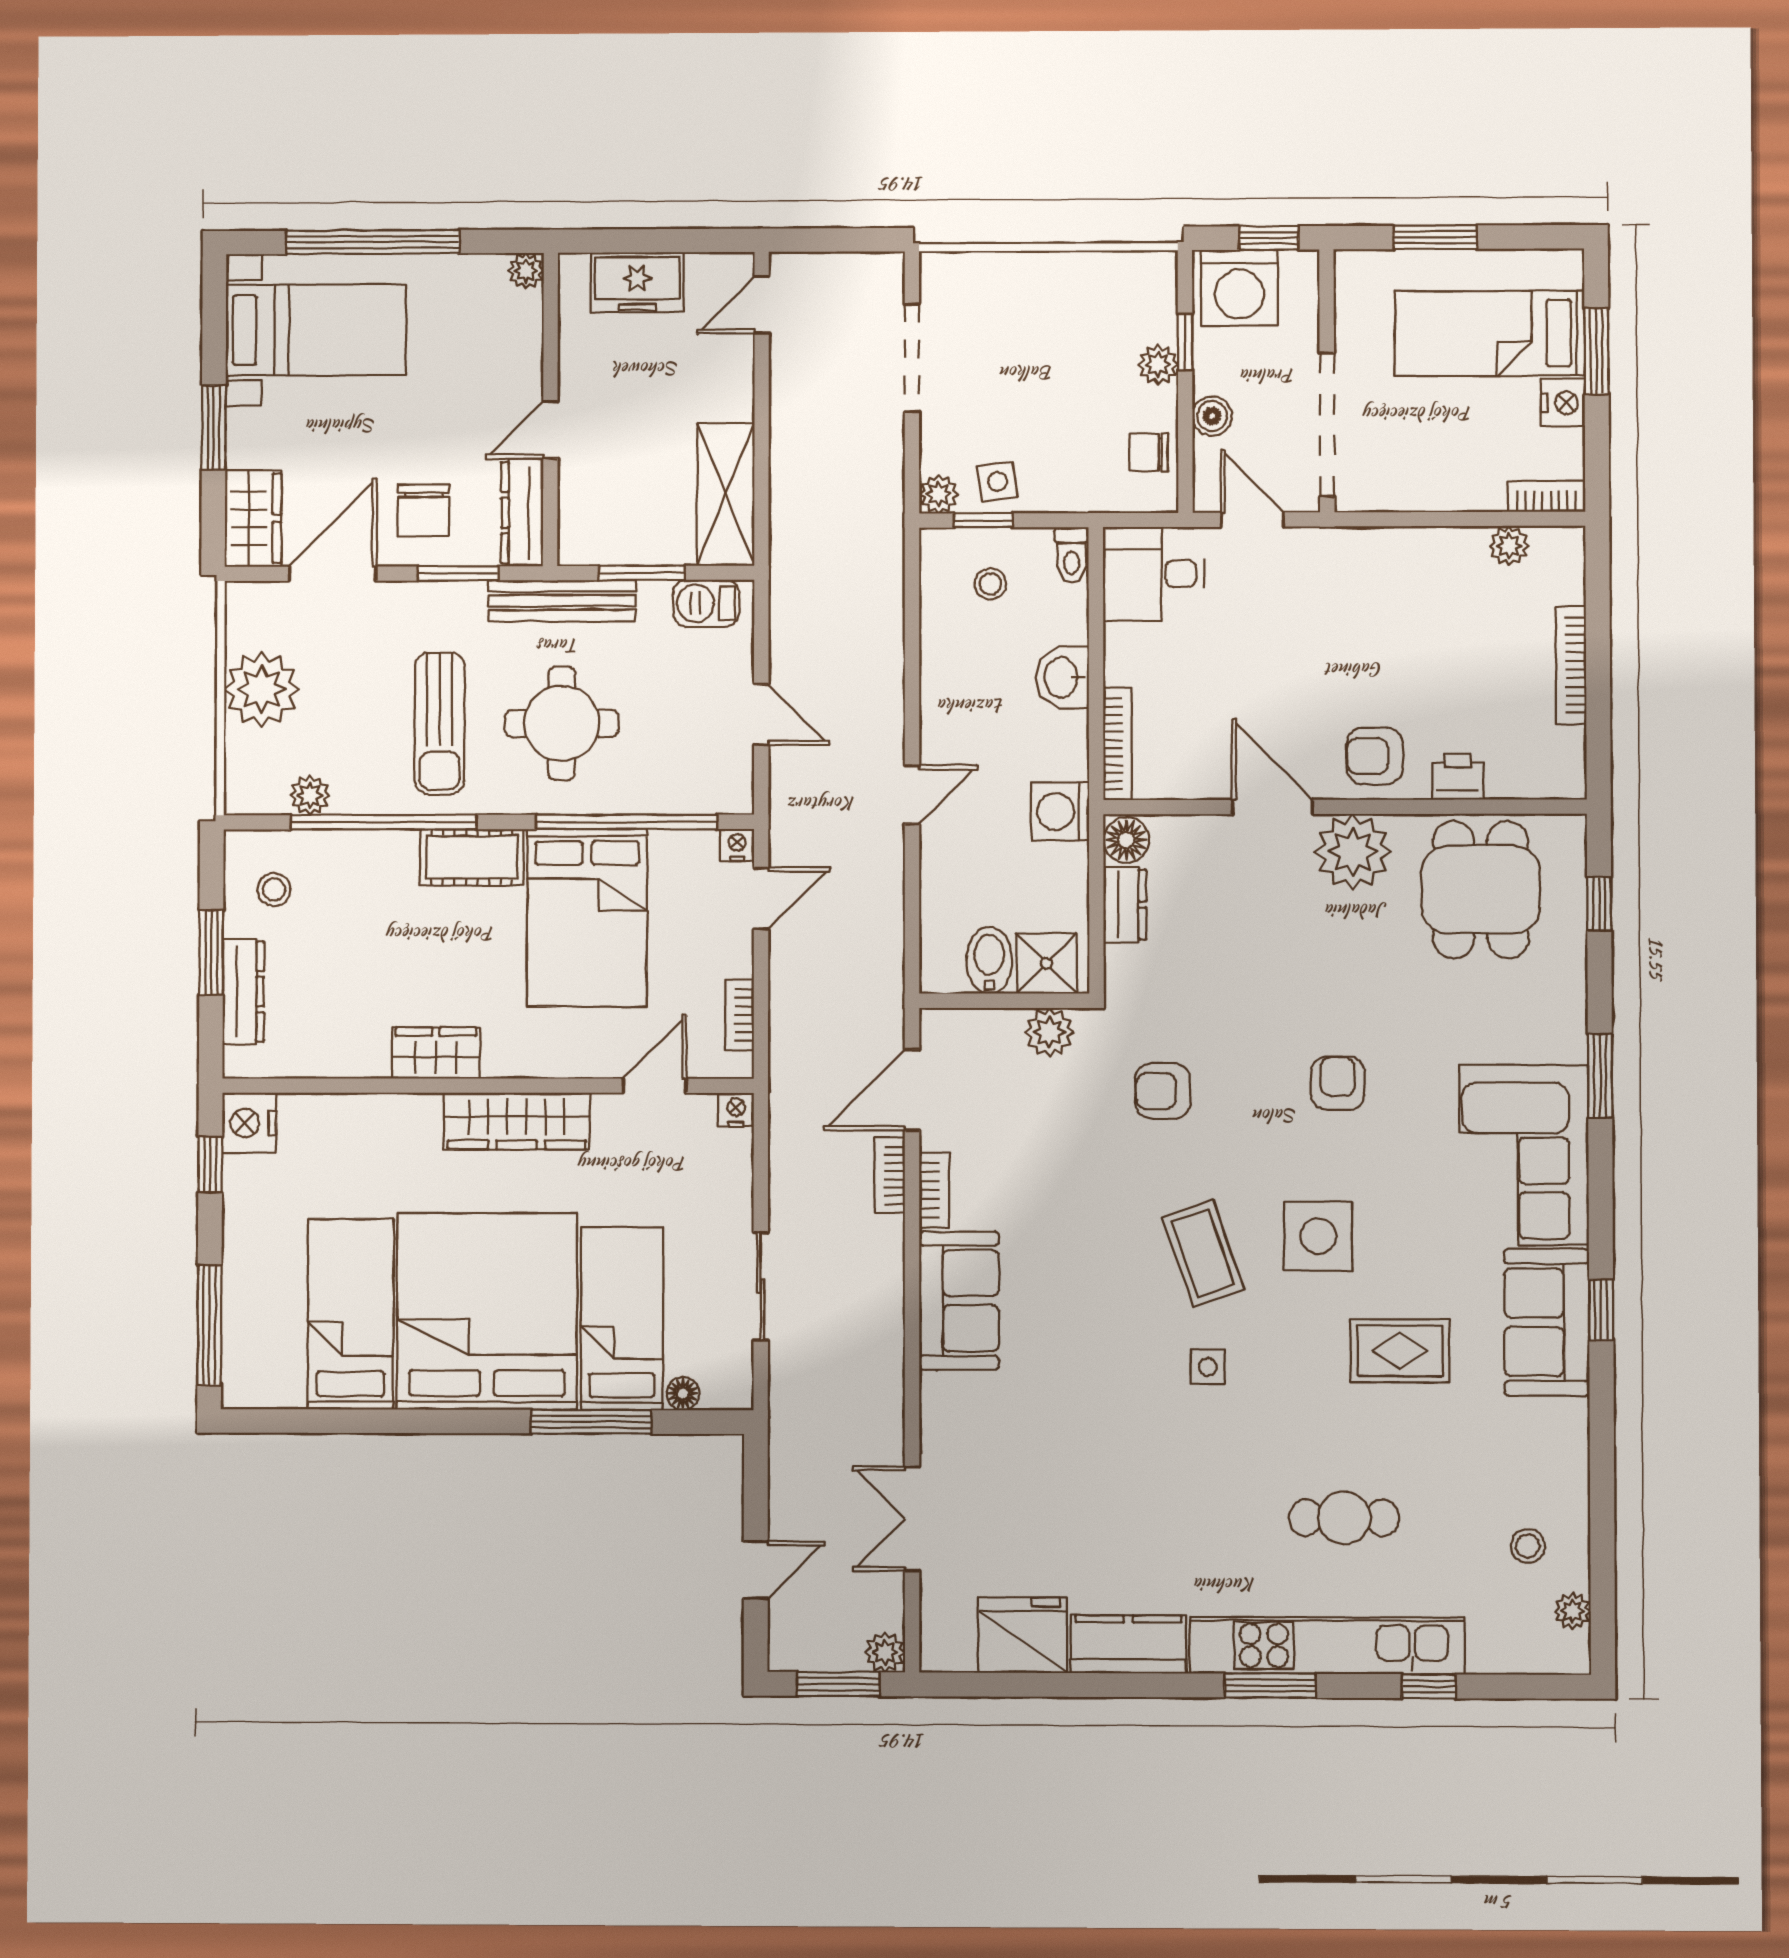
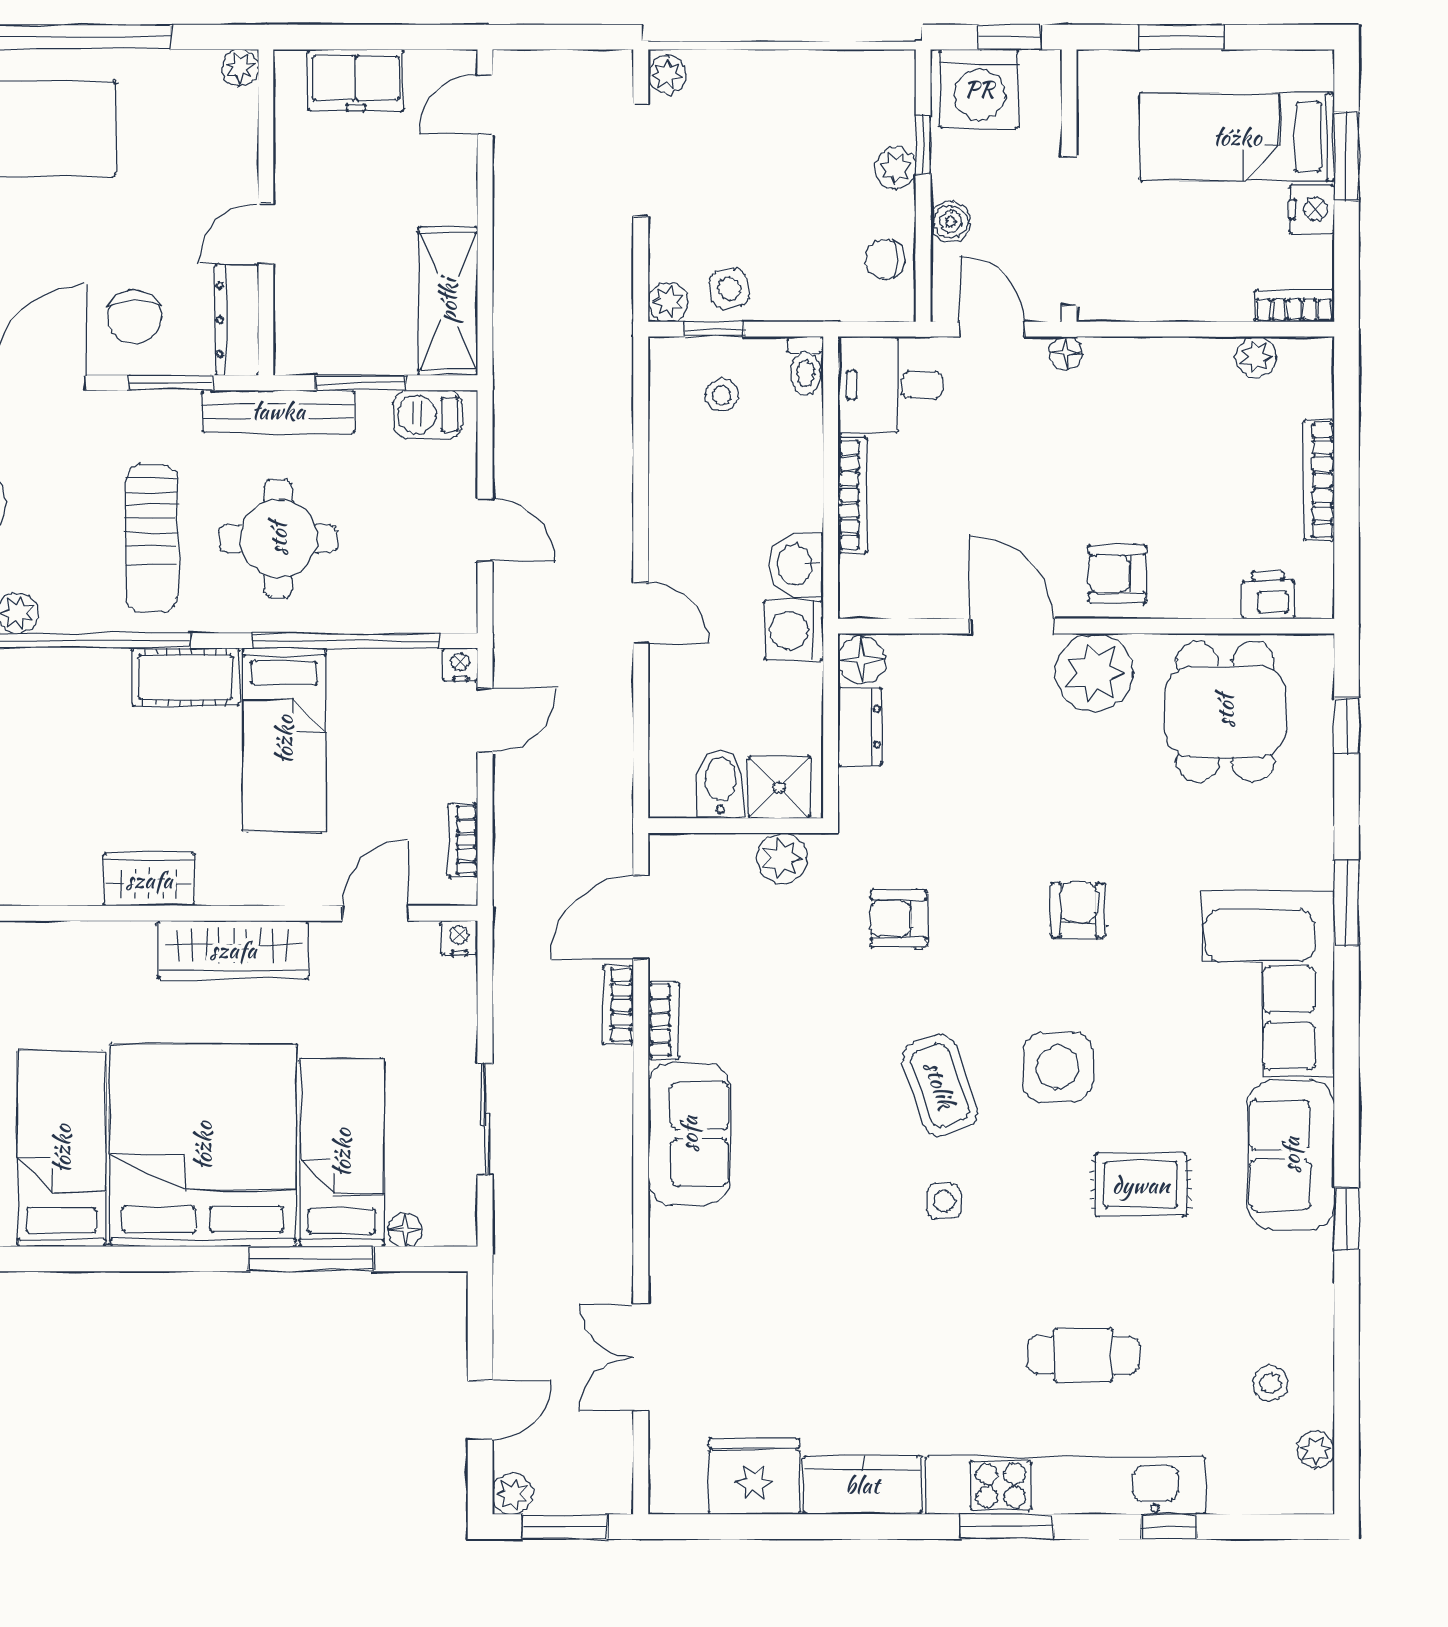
plant: (937, 275) -> (667, 74), added
floor lamp: (1324, 542) -> (1066, 353), added
washbasin: (1062, 677) -> (796, 565), moved
bookcase: (1118, 744) -> (853, 495), moved
printer: (1458, 776) -> (1268, 595), moved
door: (912, 795) -> (641, 613), hinge flipped
bed: (587, 918) -> (284, 740), width x0.67
window: (1601, 1310) -> (1347, 1219), moved
plant: (885, 1652) -> (513, 1494), moved

